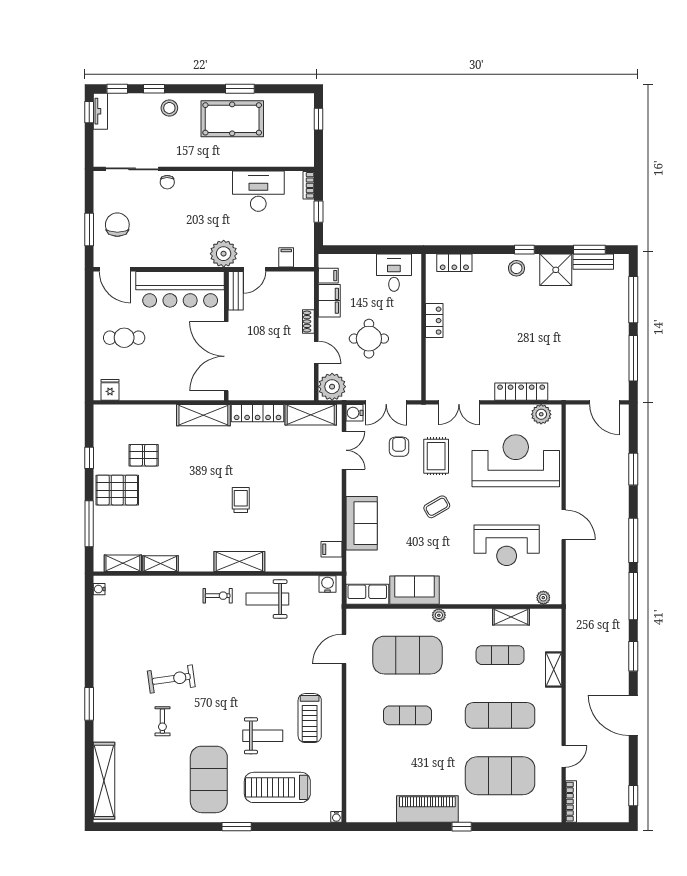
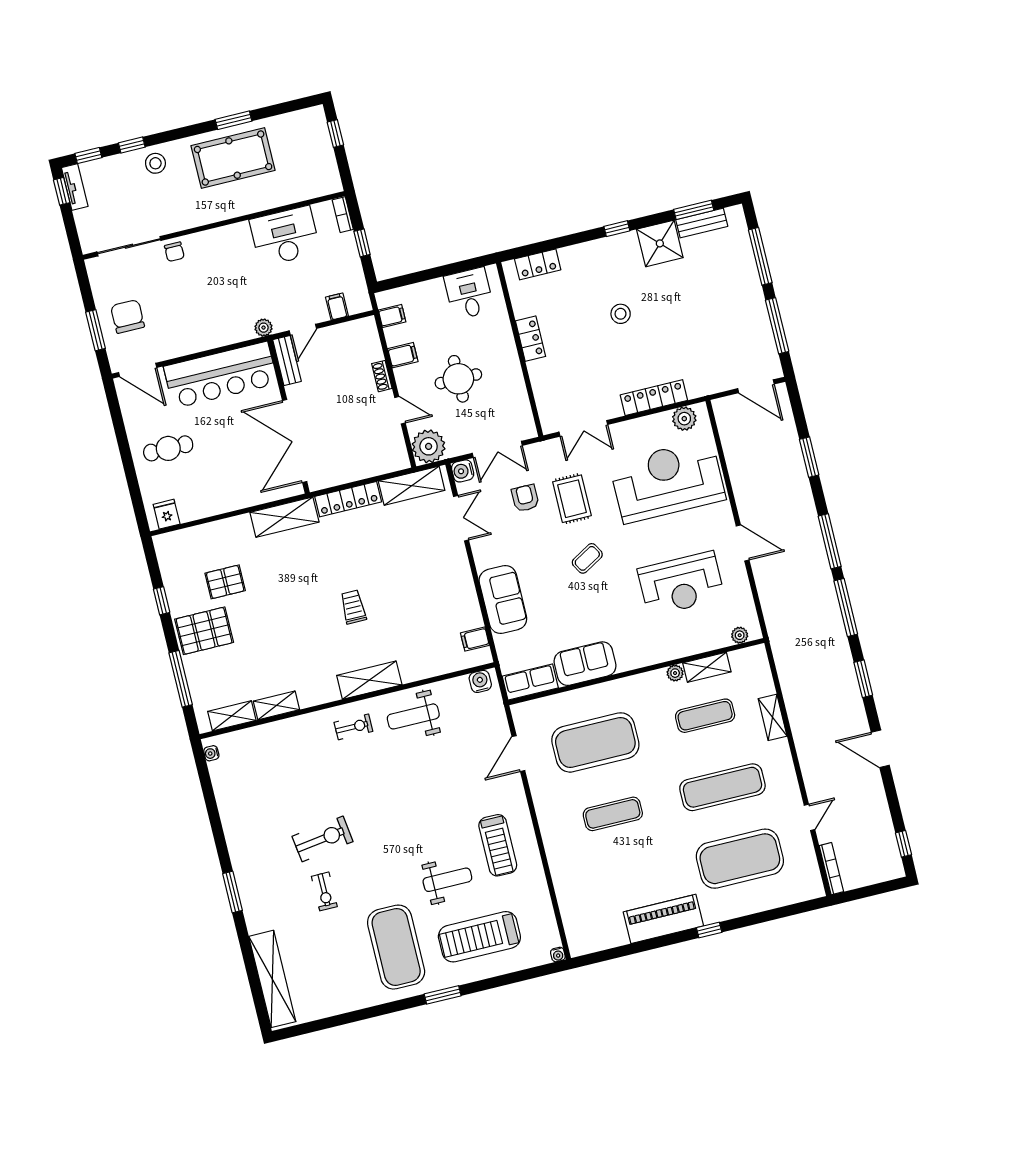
plant: (224, 254) -> (264, 328), width x0.53, depth x0.53
stool: (516, 268) -> (621, 314), moved
filing cabinet: (329, 301) -> (403, 355), width x0.50
plant: (439, 615) -> (675, 673), moved
door: (633, 715) -> (880, 749), width x0.73

